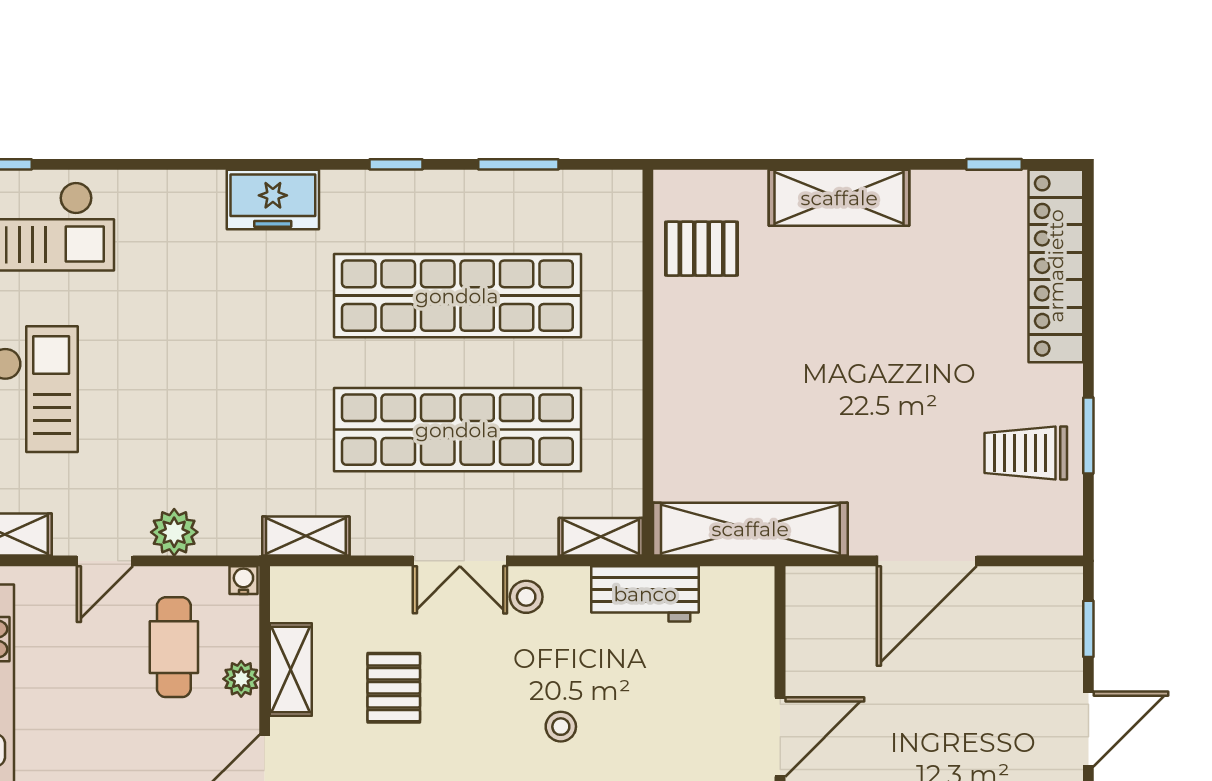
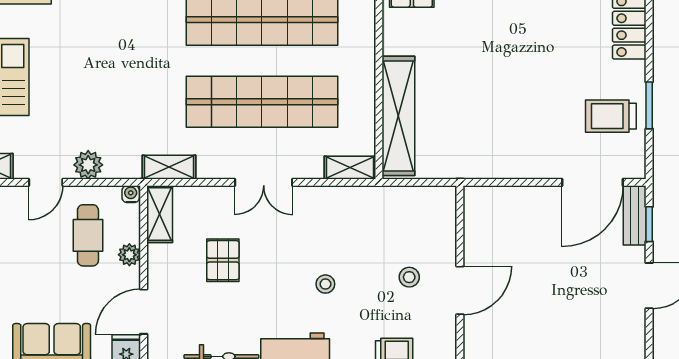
shelving: (750, 529) -> (398, 116), moved, turned 90
door: (927, 561) -> (592, 182), moved
workbench: (645, 594) -> (377, 203), removed
stool: (526, 597) -> (409, 277), moved
bench: (1065, 615) -> (635, 215), added
shelving: (291, 670) -> (160, 214), moved

